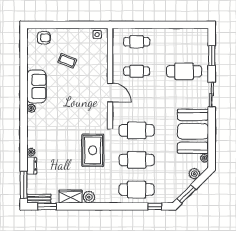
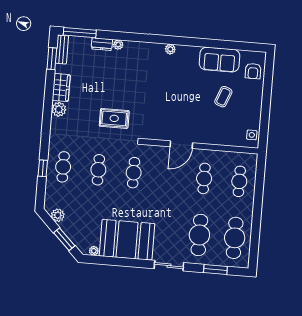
cafe table: (184, 42) -> (235, 238), added
sofa: (36, 86) -> (219, 60), moved
cafe table: (137, 130) -> (134, 173), width x0.73, depth x0.74
rug: (93, 150) -> (114, 118), width x0.73, depth x0.70
cafe table: (137, 160) -> (98, 170), width x0.73, depth x0.74
plant: (194, 174) -> (58, 215), moved
cafe table: (137, 190) -> (63, 167), width x0.73, depth x0.74
window: (186, 194) -> (64, 239), moved
window: (155, 206) -> (43, 168), moved

